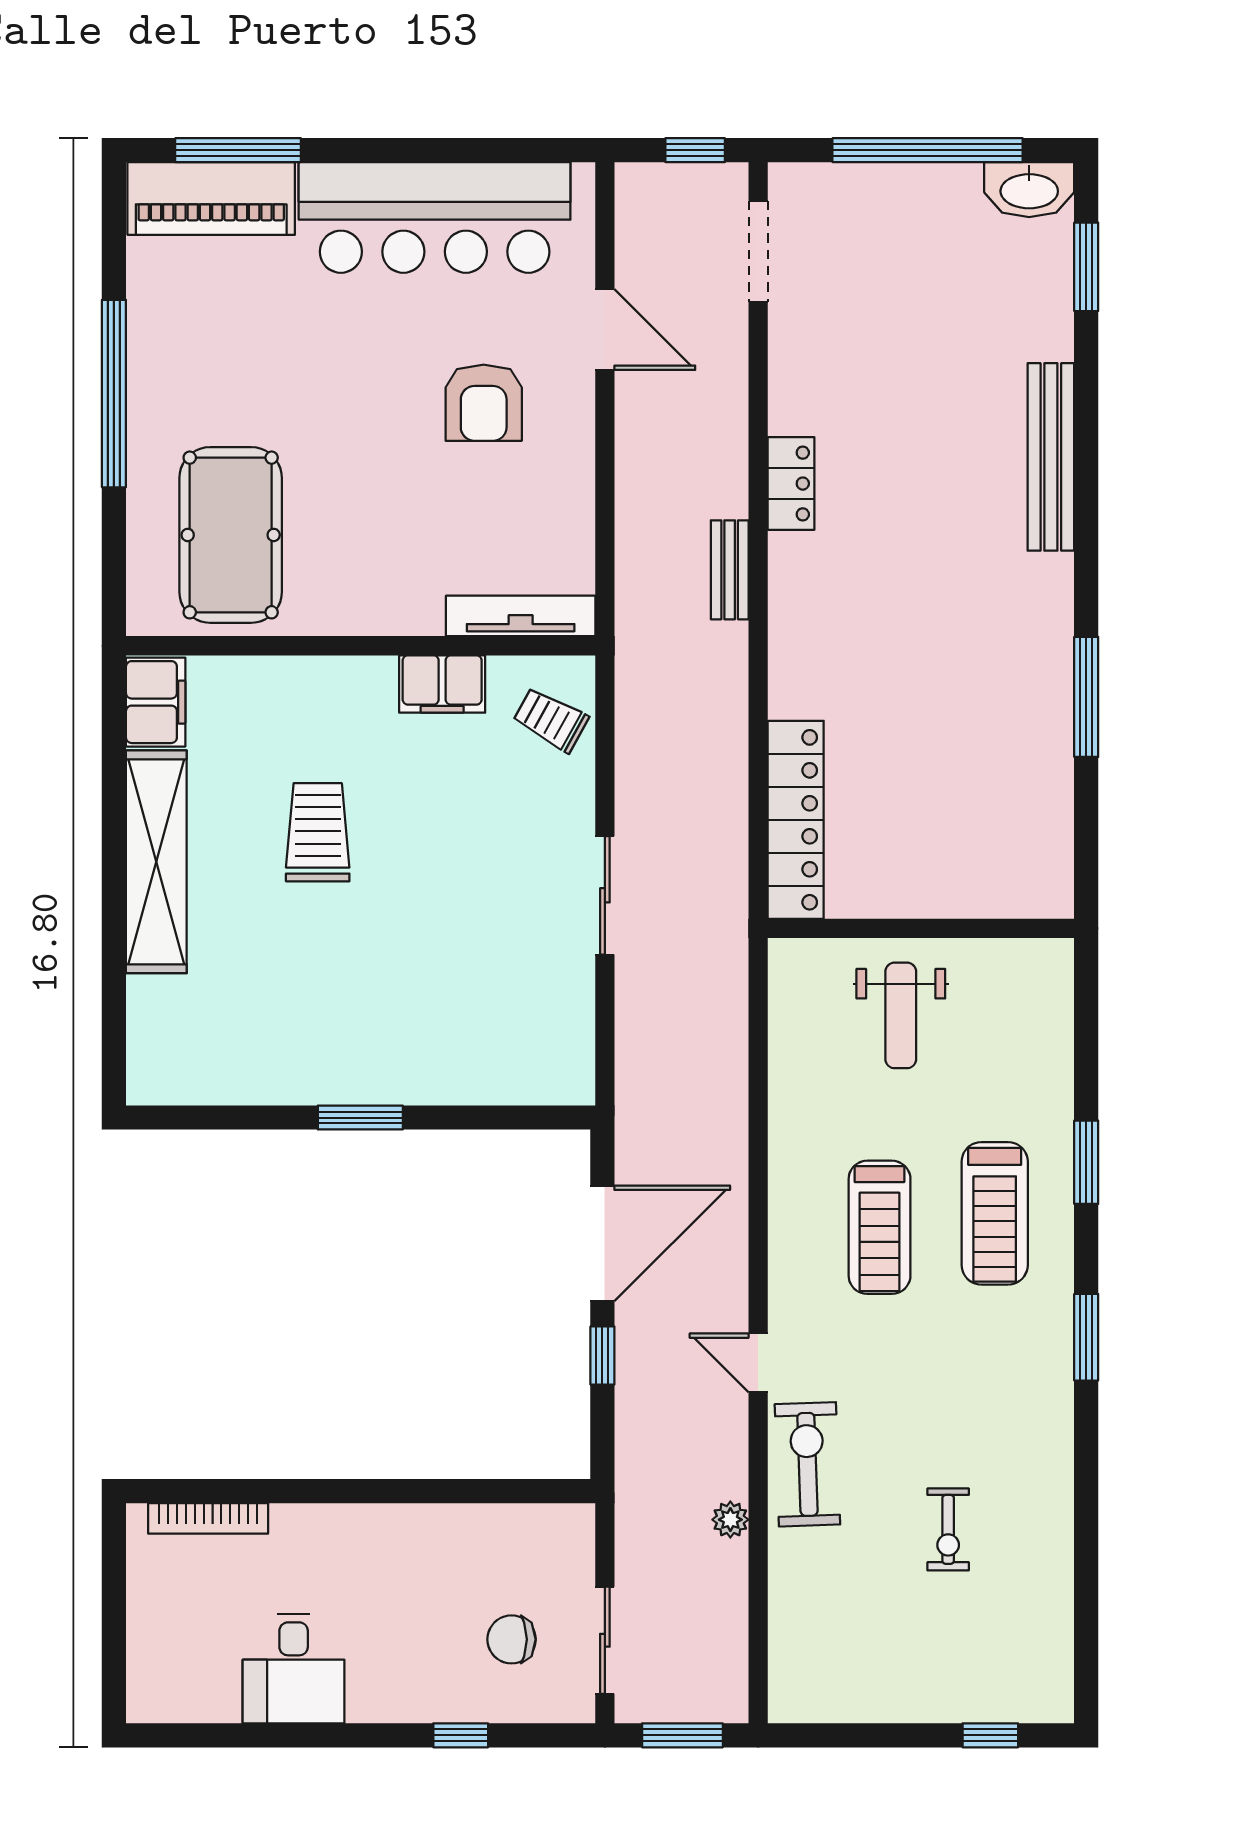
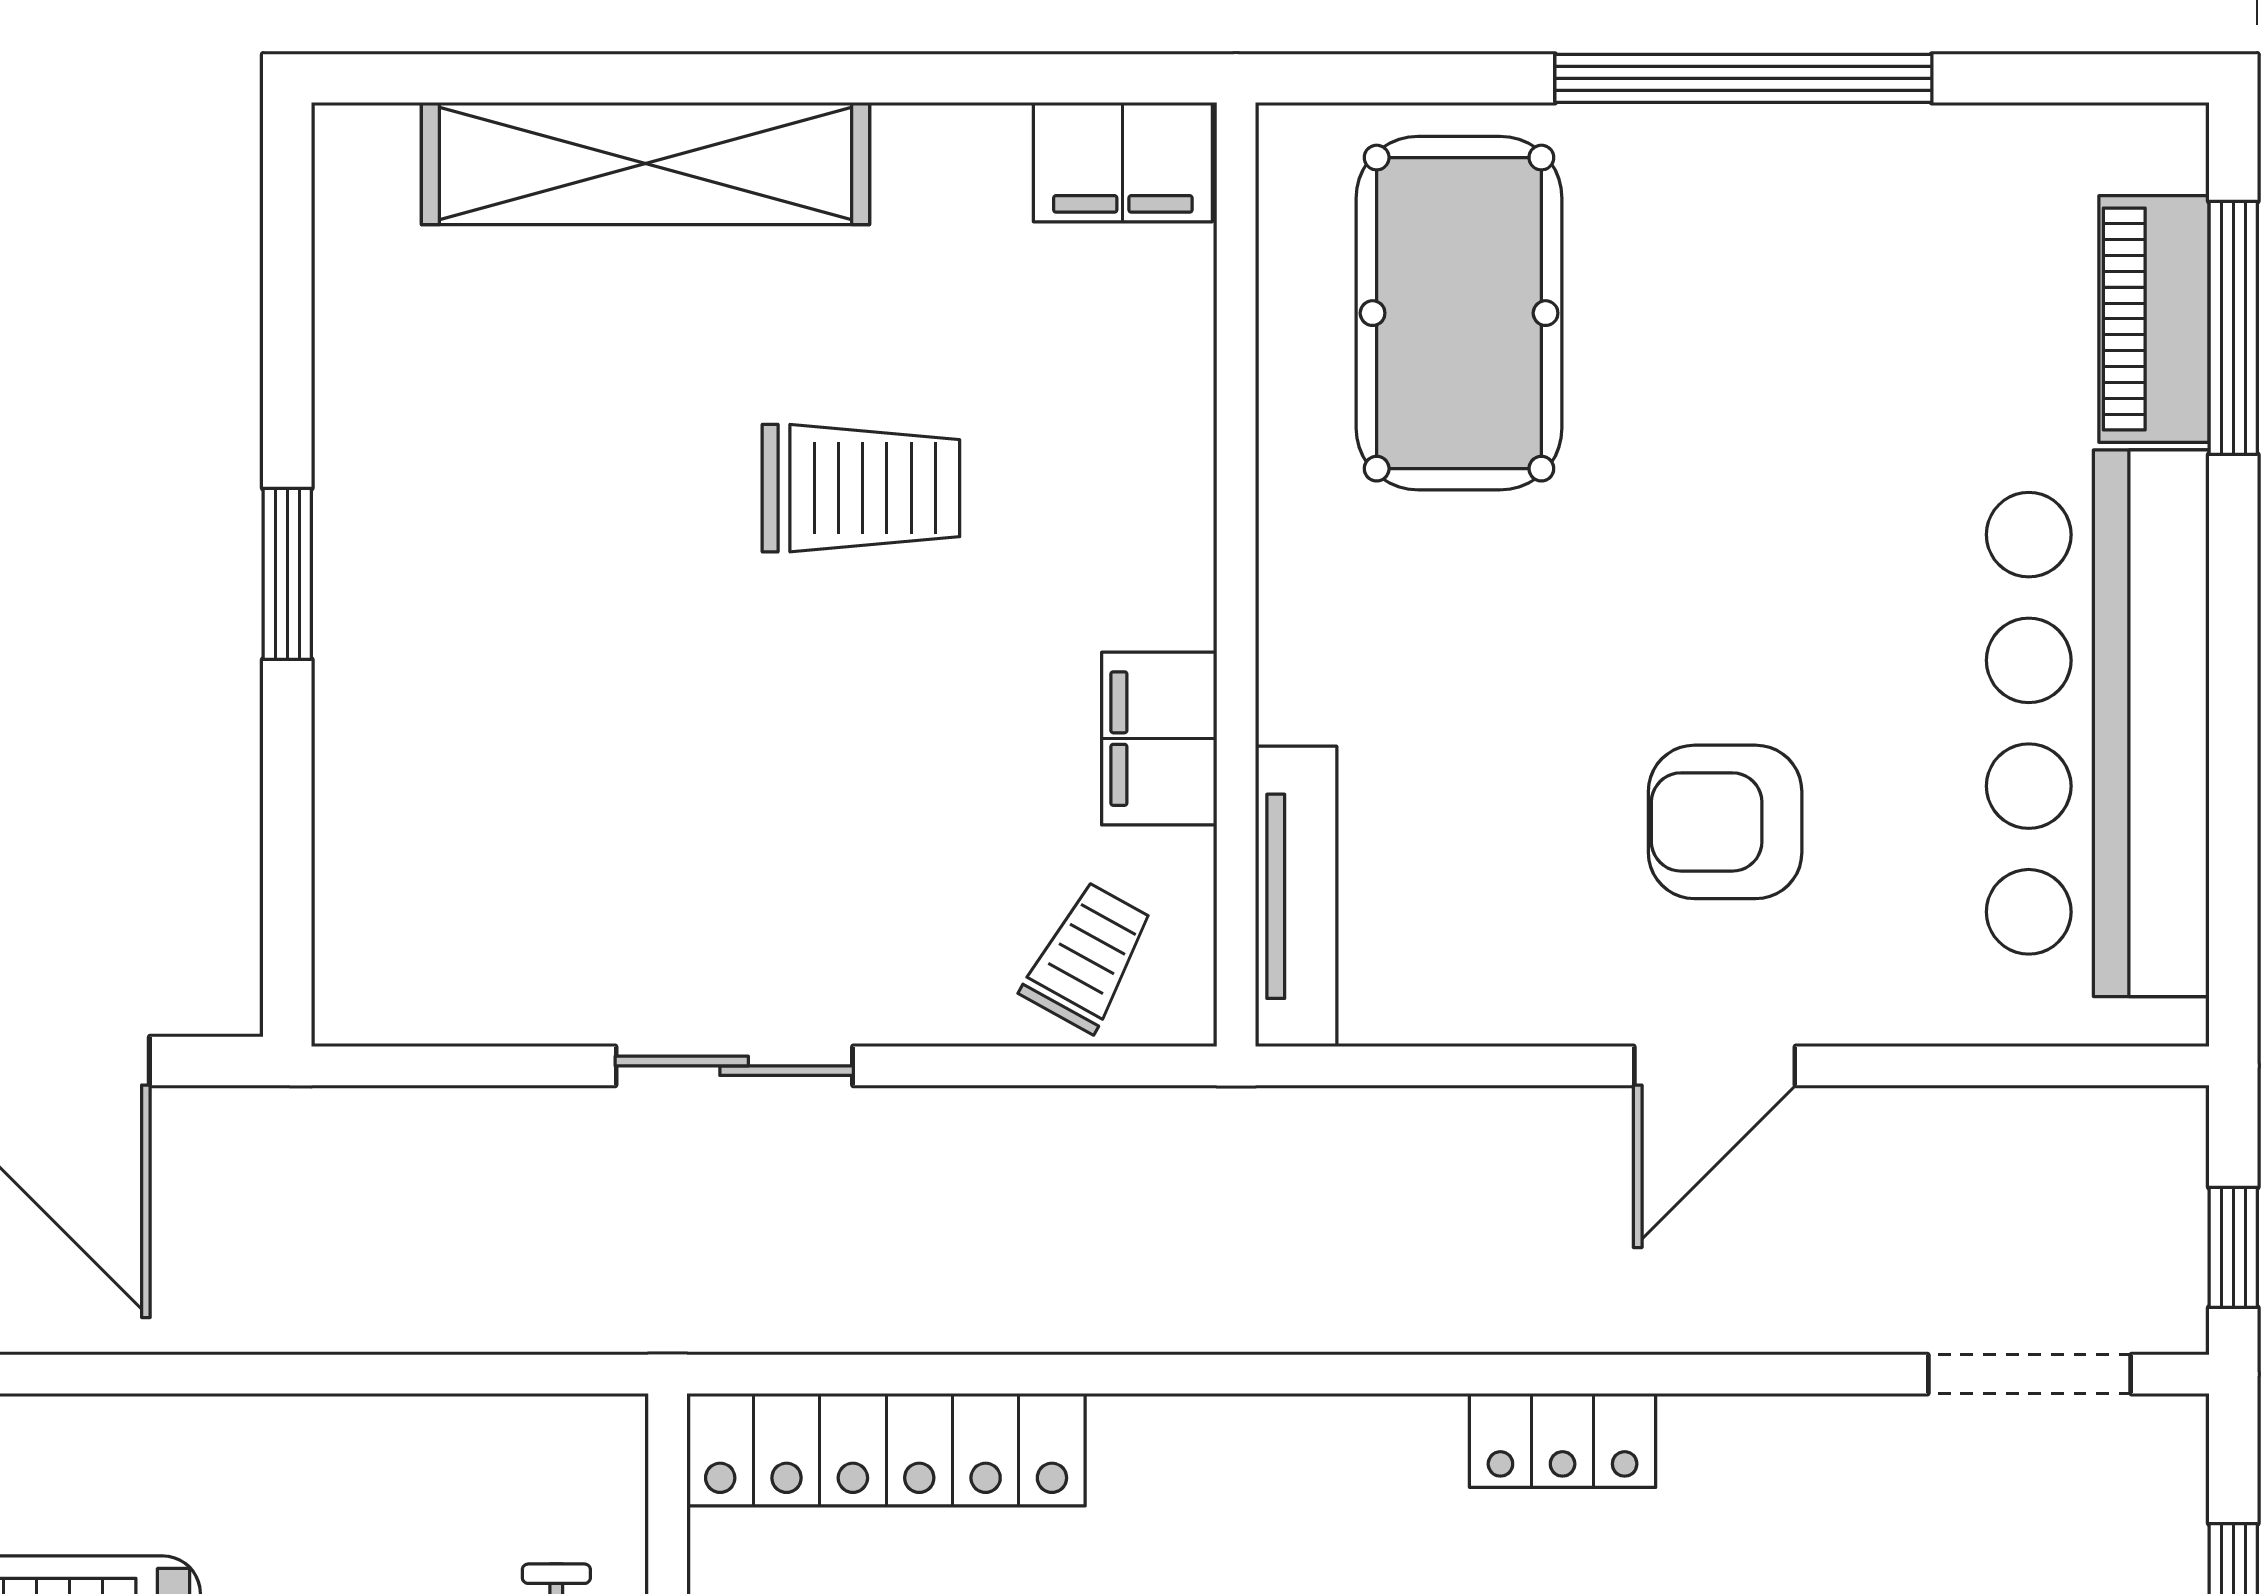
piano: (211, 198) -> (2154, 319), width x0.73, depth x0.75
door: (605, 330) -> (1715, 1066), moved
pool table: (231, 535) -> (1459, 313), turned 90
bench: (730, 570) -> (1389, 1317), removed
shelving: (156, 862) -> (646, 164), moved

